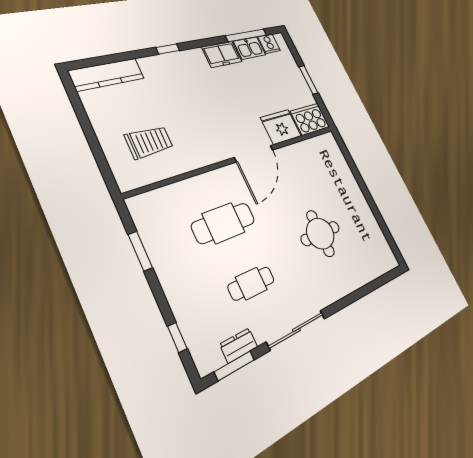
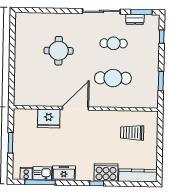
cooker: (310, 119) -> (106, 172), moved, turned 180

